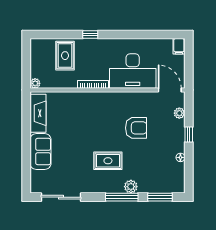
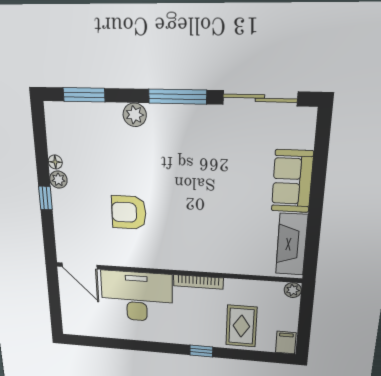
filing cabinet: (179, 46) -> (286, 343), moved
plant: (179, 113) -> (58, 180), moved
rug: (108, 161) -> (174, 161), removed
window: (122, 197) -> (178, 97), moved

